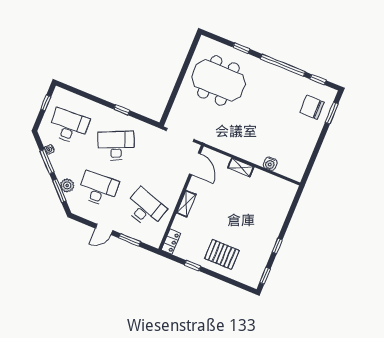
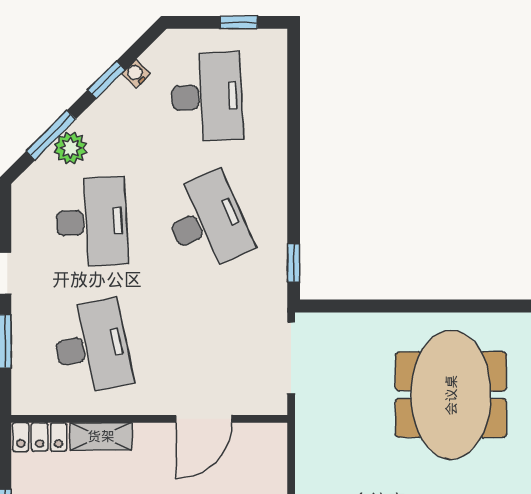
window: (122, 110) -> (294, 263), moved
window: (47, 161) -> (106, 80), width x0.67
door: (195, 164) -> (204, 419), moved
shelving: (186, 204) -> (101, 436), moved
desk: (145, 208) -> (92, 347), turned -30

